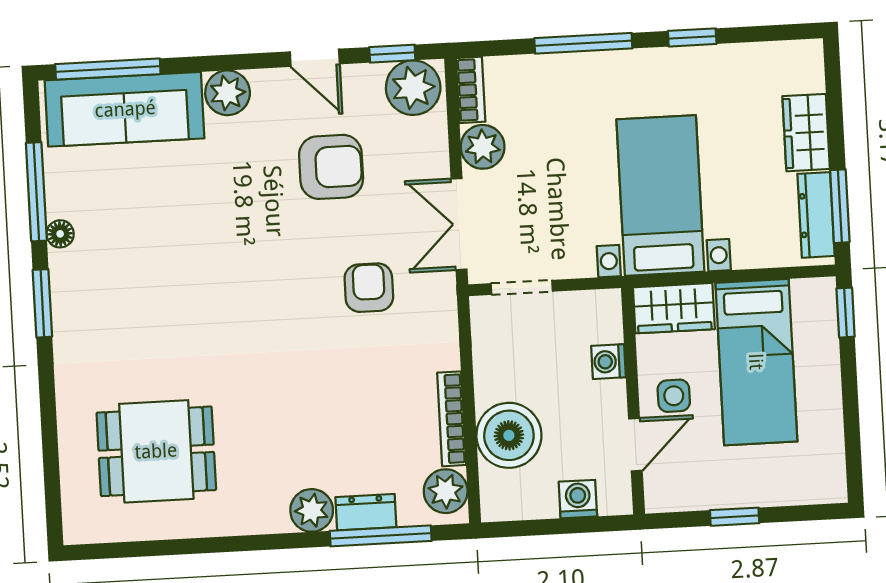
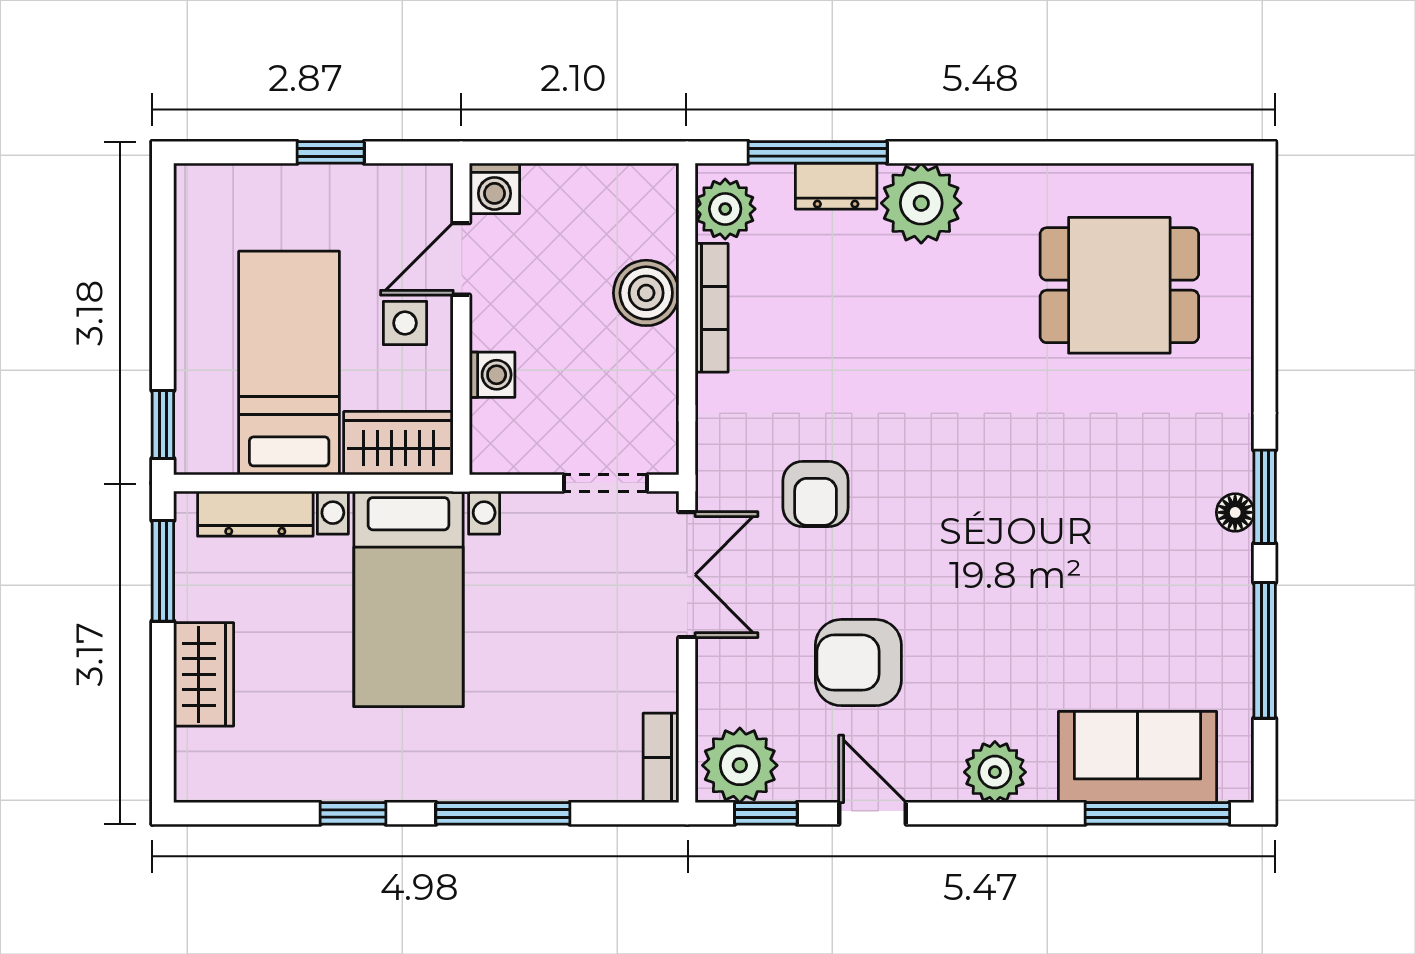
sofa: (125, 109) -> (1137, 757), width x0.73
plant: (483, 147) -> (649, 679), removed
dresser: (816, 215) -> (255, 514), moved, turned 90
floor lamp: (60, 234) -> (1235, 512), moved
boiler: (509, 435) -> (646, 293), width x0.73, depth x0.73
washing machine: (578, 499) -> (494, 188), moved
plant: (312, 510) -> (921, 203), width x1.36, depth x1.36

